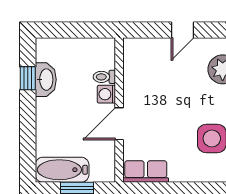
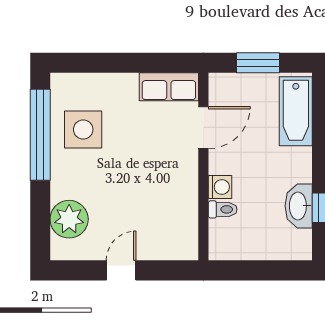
door: (119, 124) -> (203, 128), moved
bathtub: (62, 170) -> (296, 111), moved, turned 90

